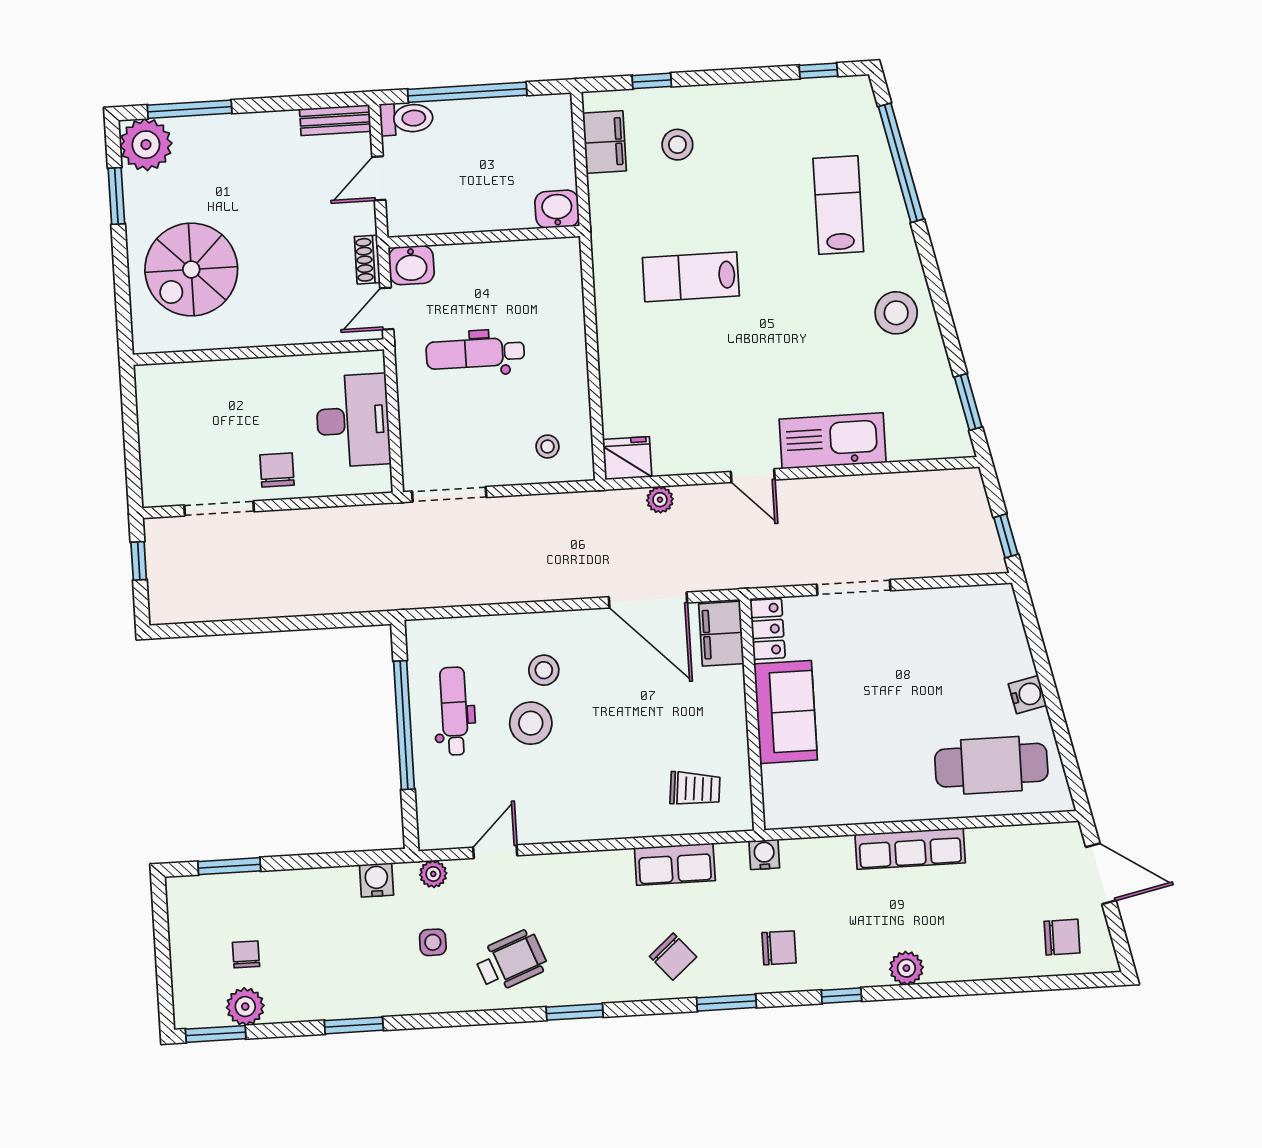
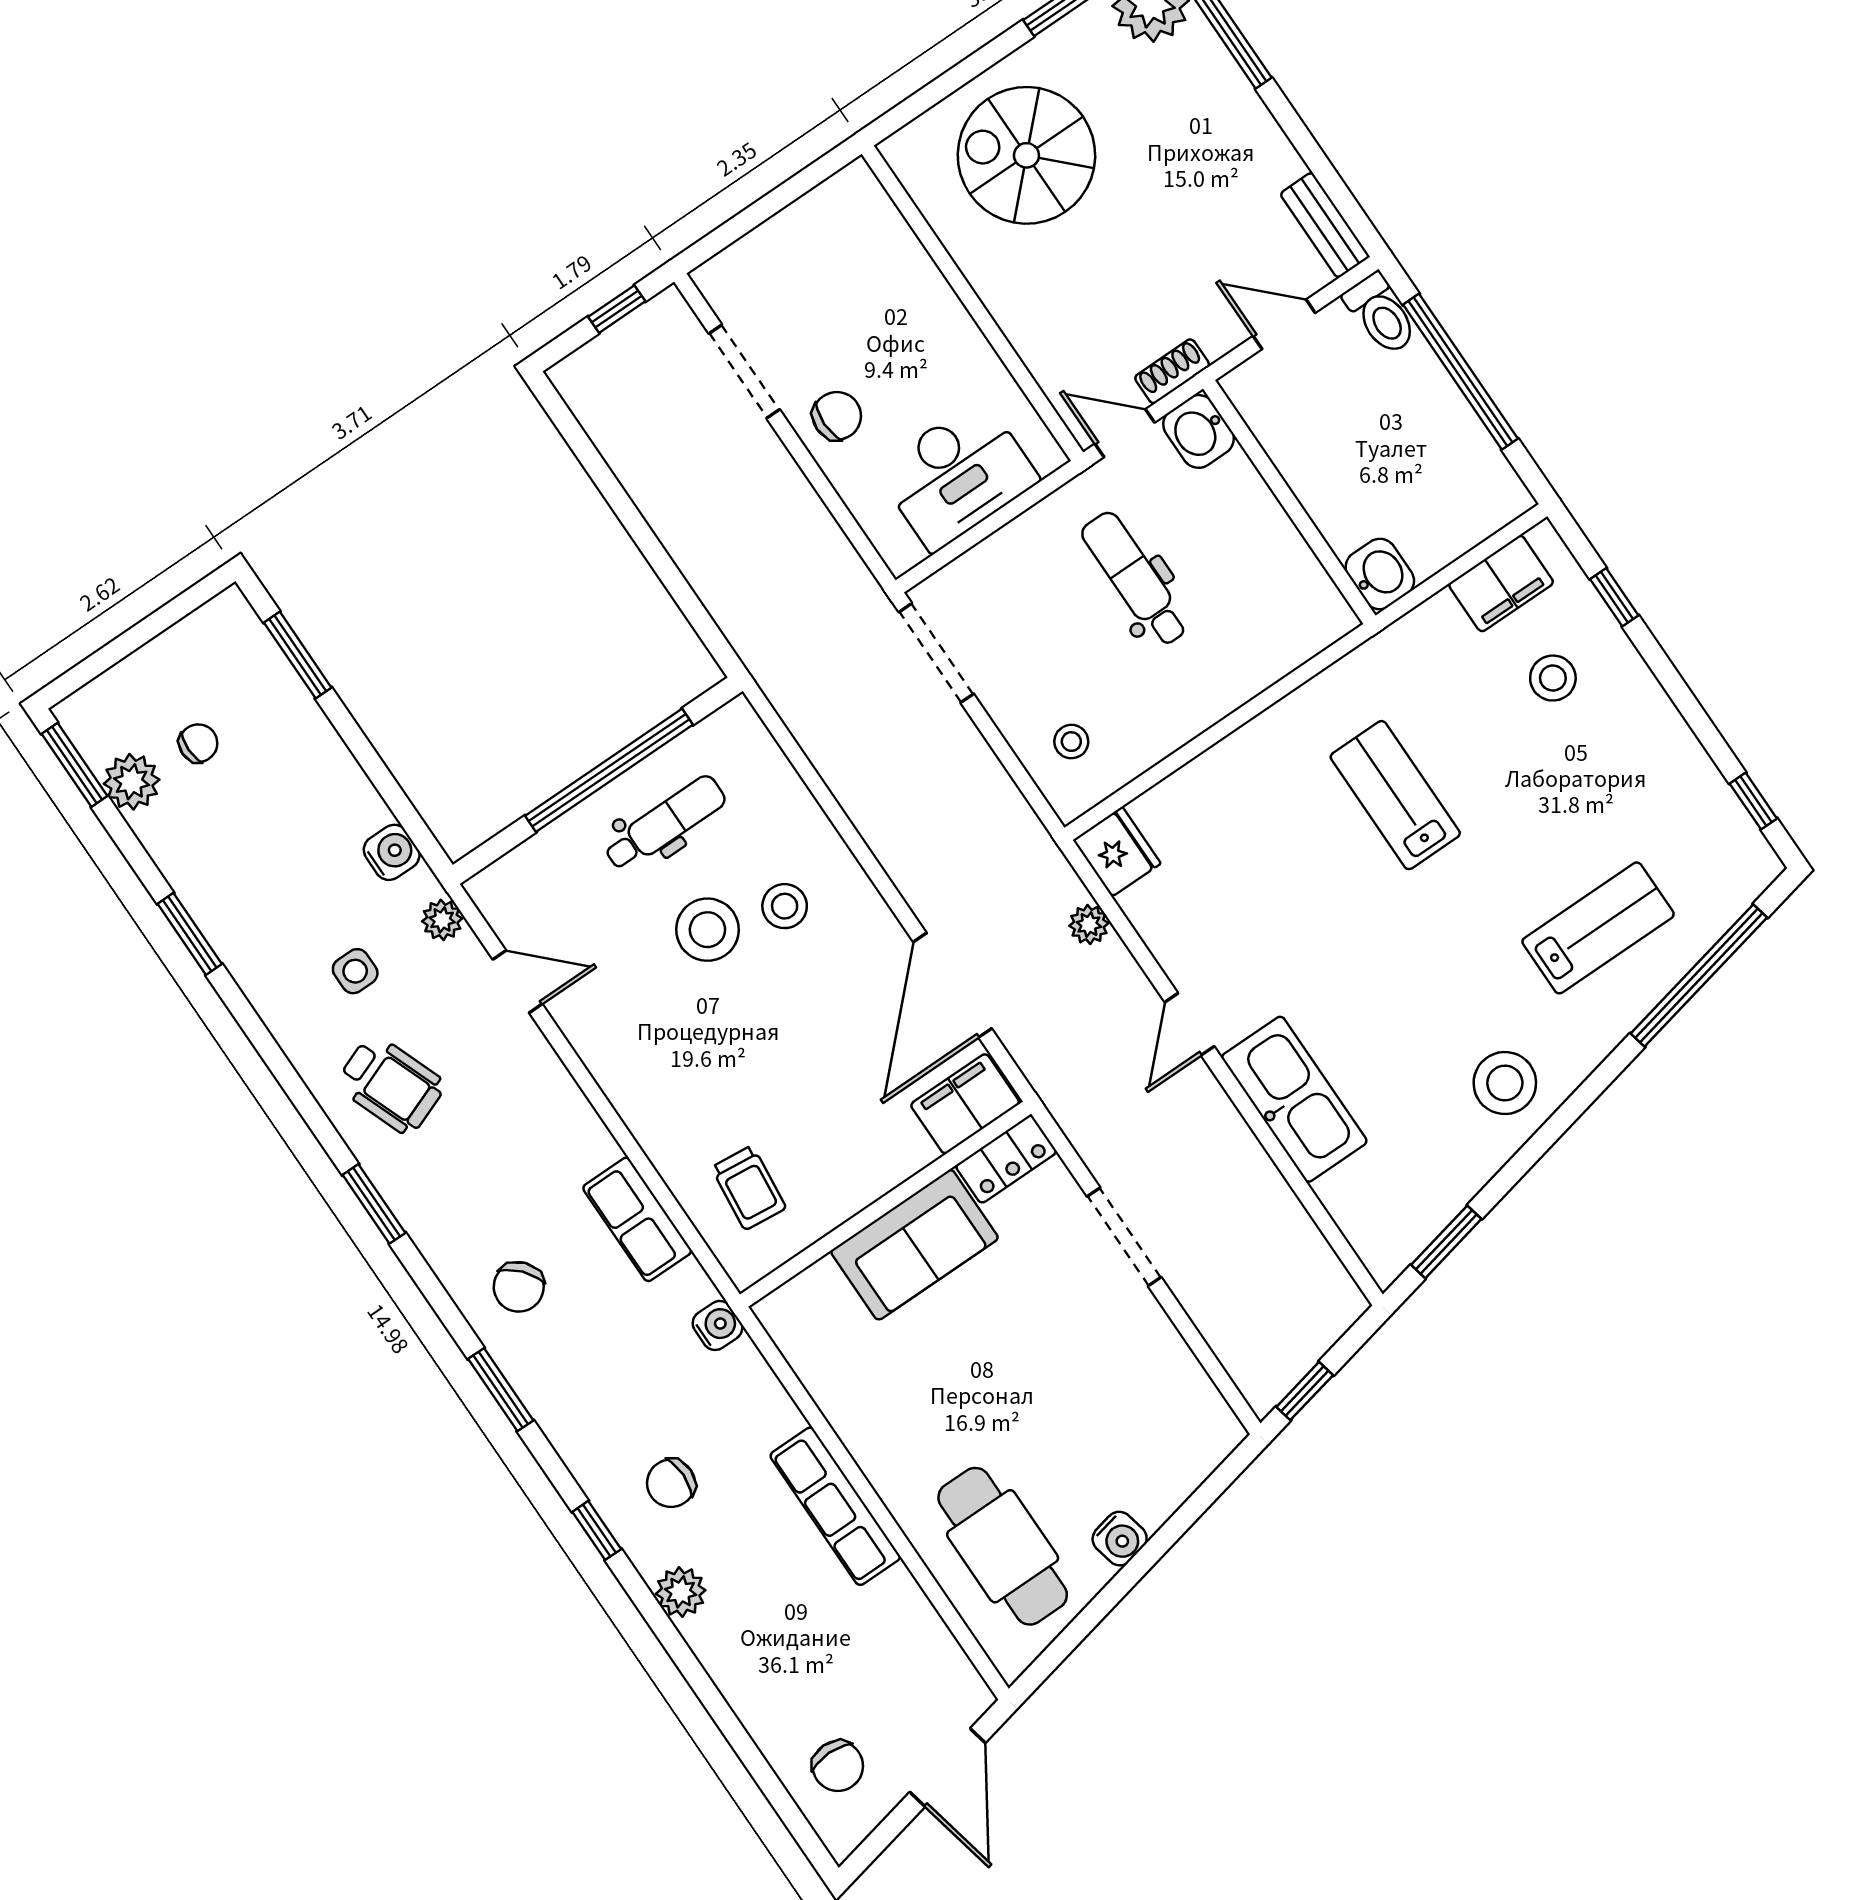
chair: (779, 948) -> (671, 1483), moved, turned 90

